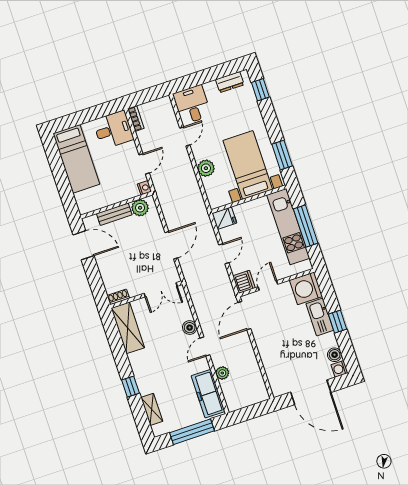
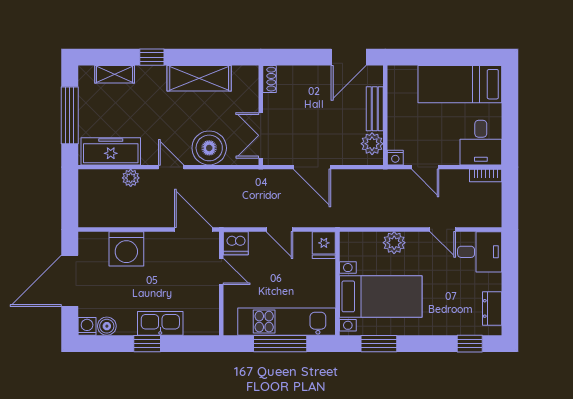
washing machine: (306, 288) -> (126, 249), moved, turned 180
shelving: (128, 328) -> (199, 78), moved
boiler: (190, 328) -> (209, 148), width x1.86, depth x1.86

